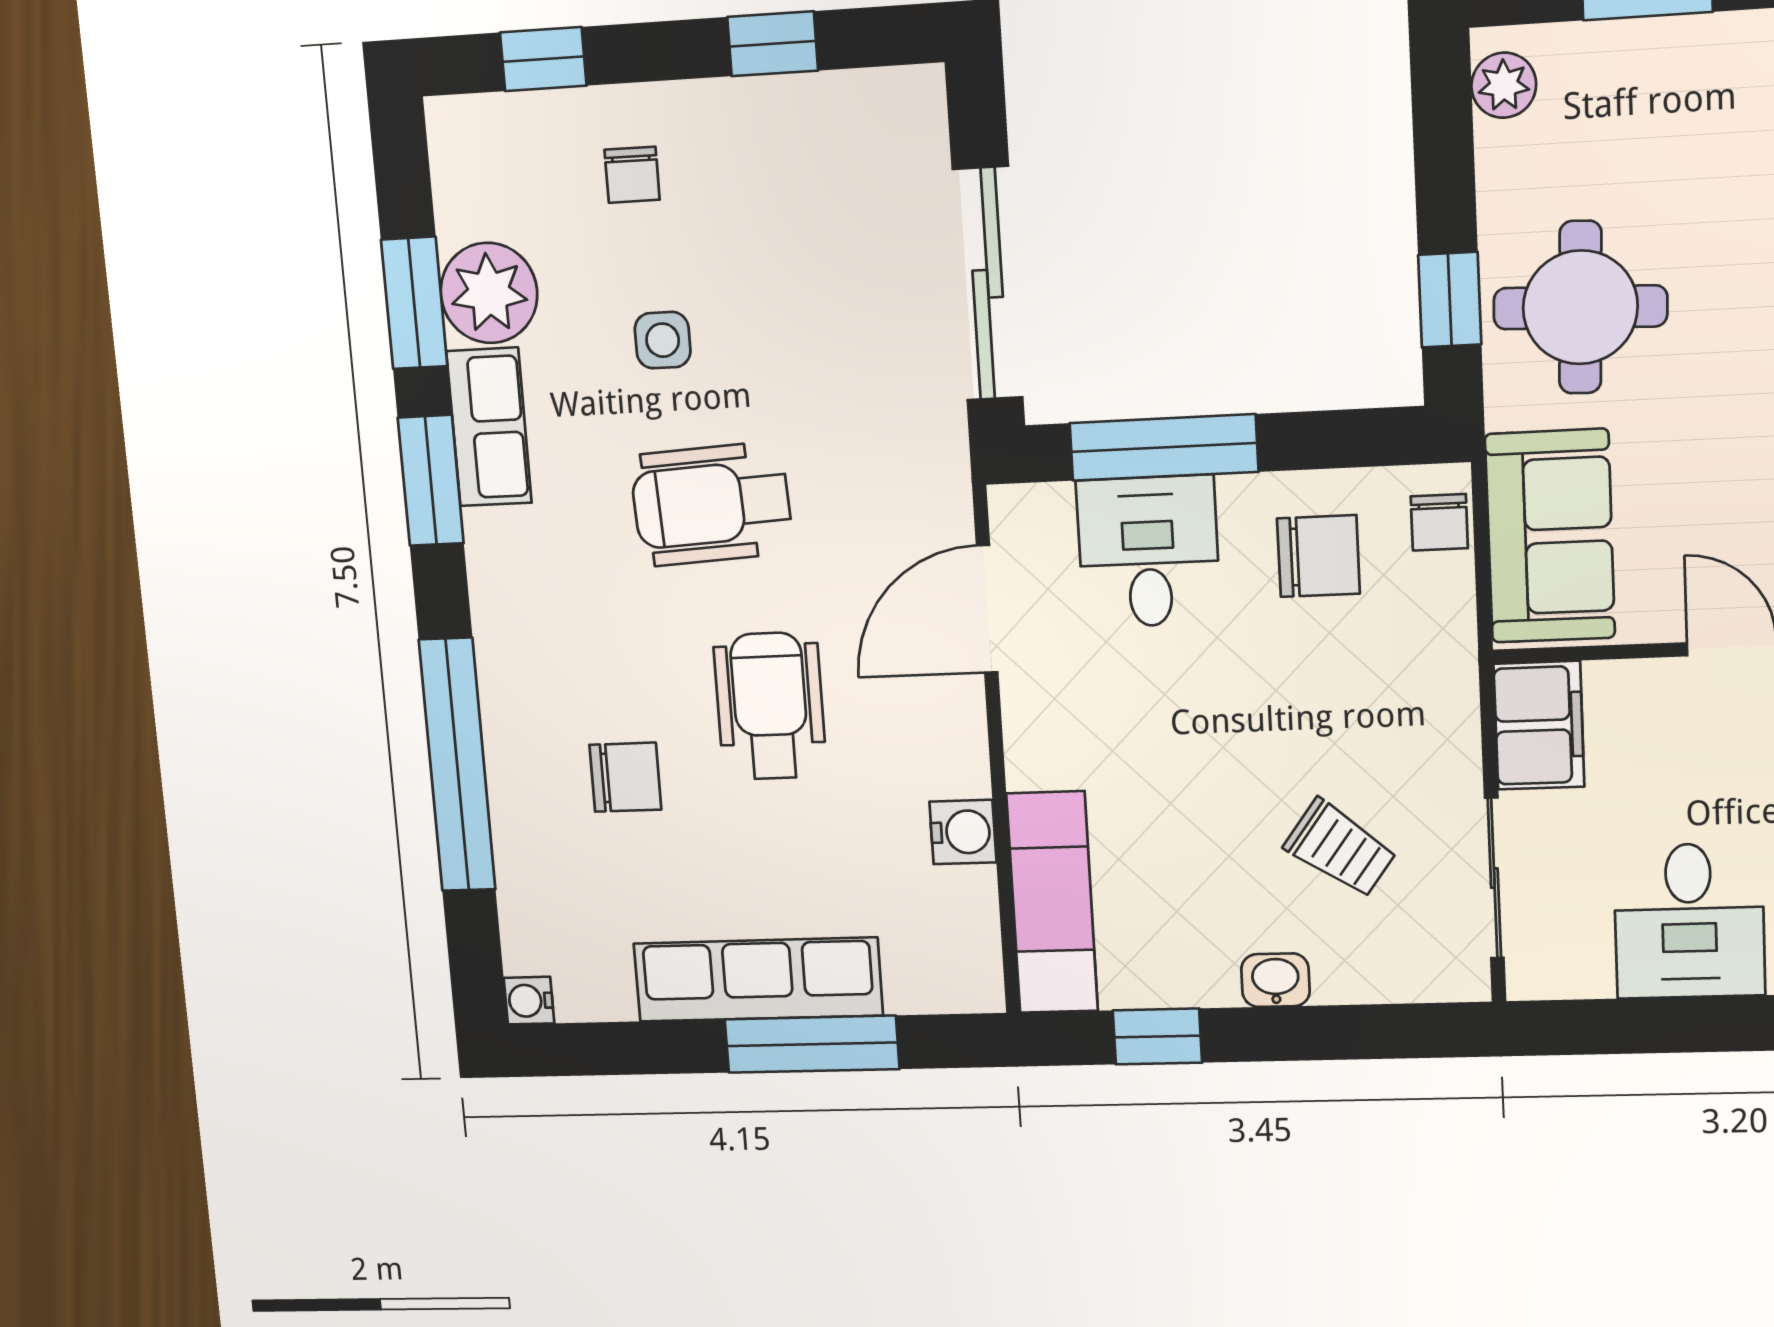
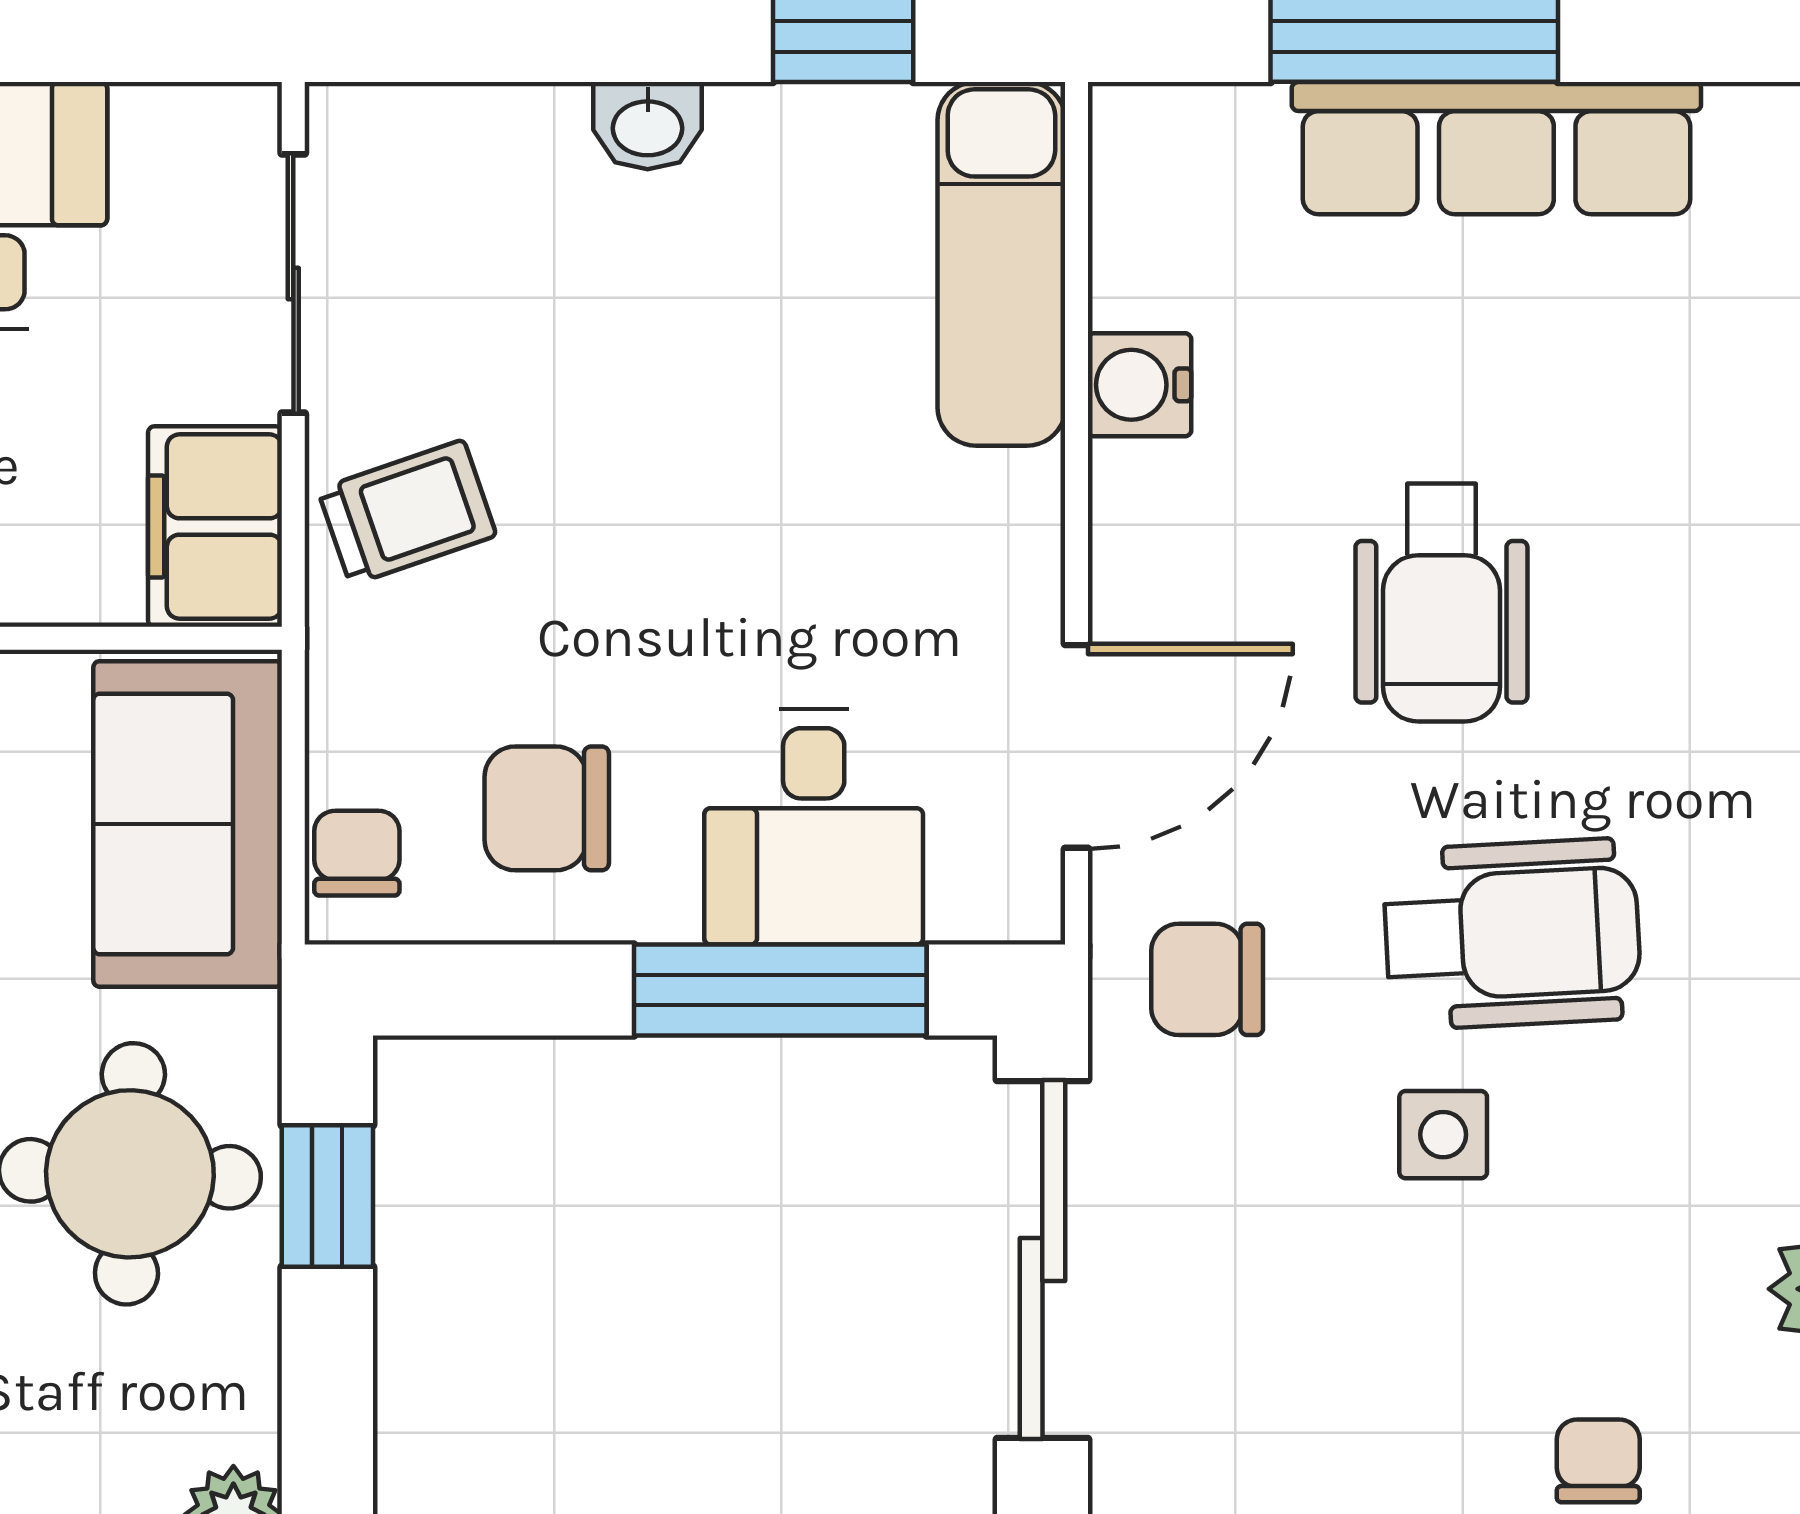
side table: (663, 340) -> (1443, 1135), moved
chair: (625, 777) -> (1207, 979), moved
trolley: (1340, 848) -> (407, 513), moved, turned 125

